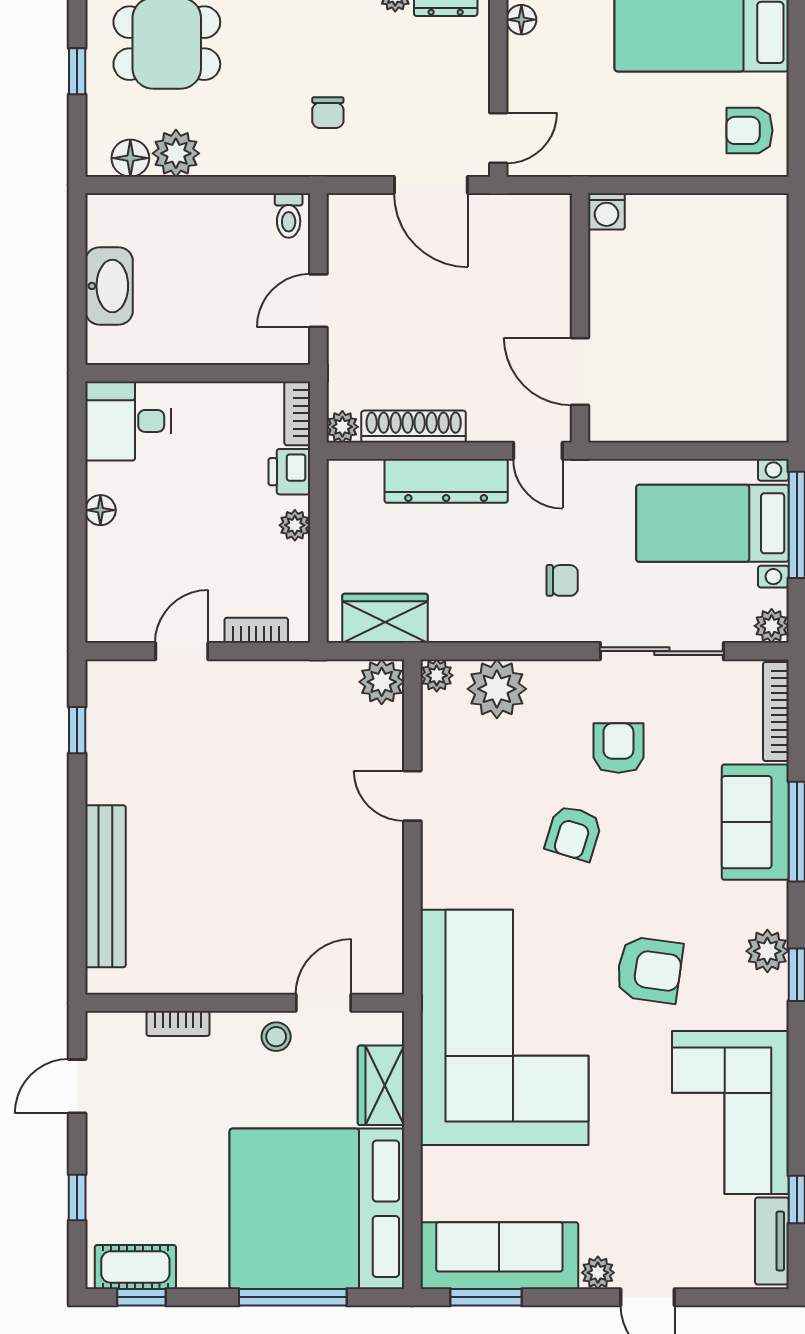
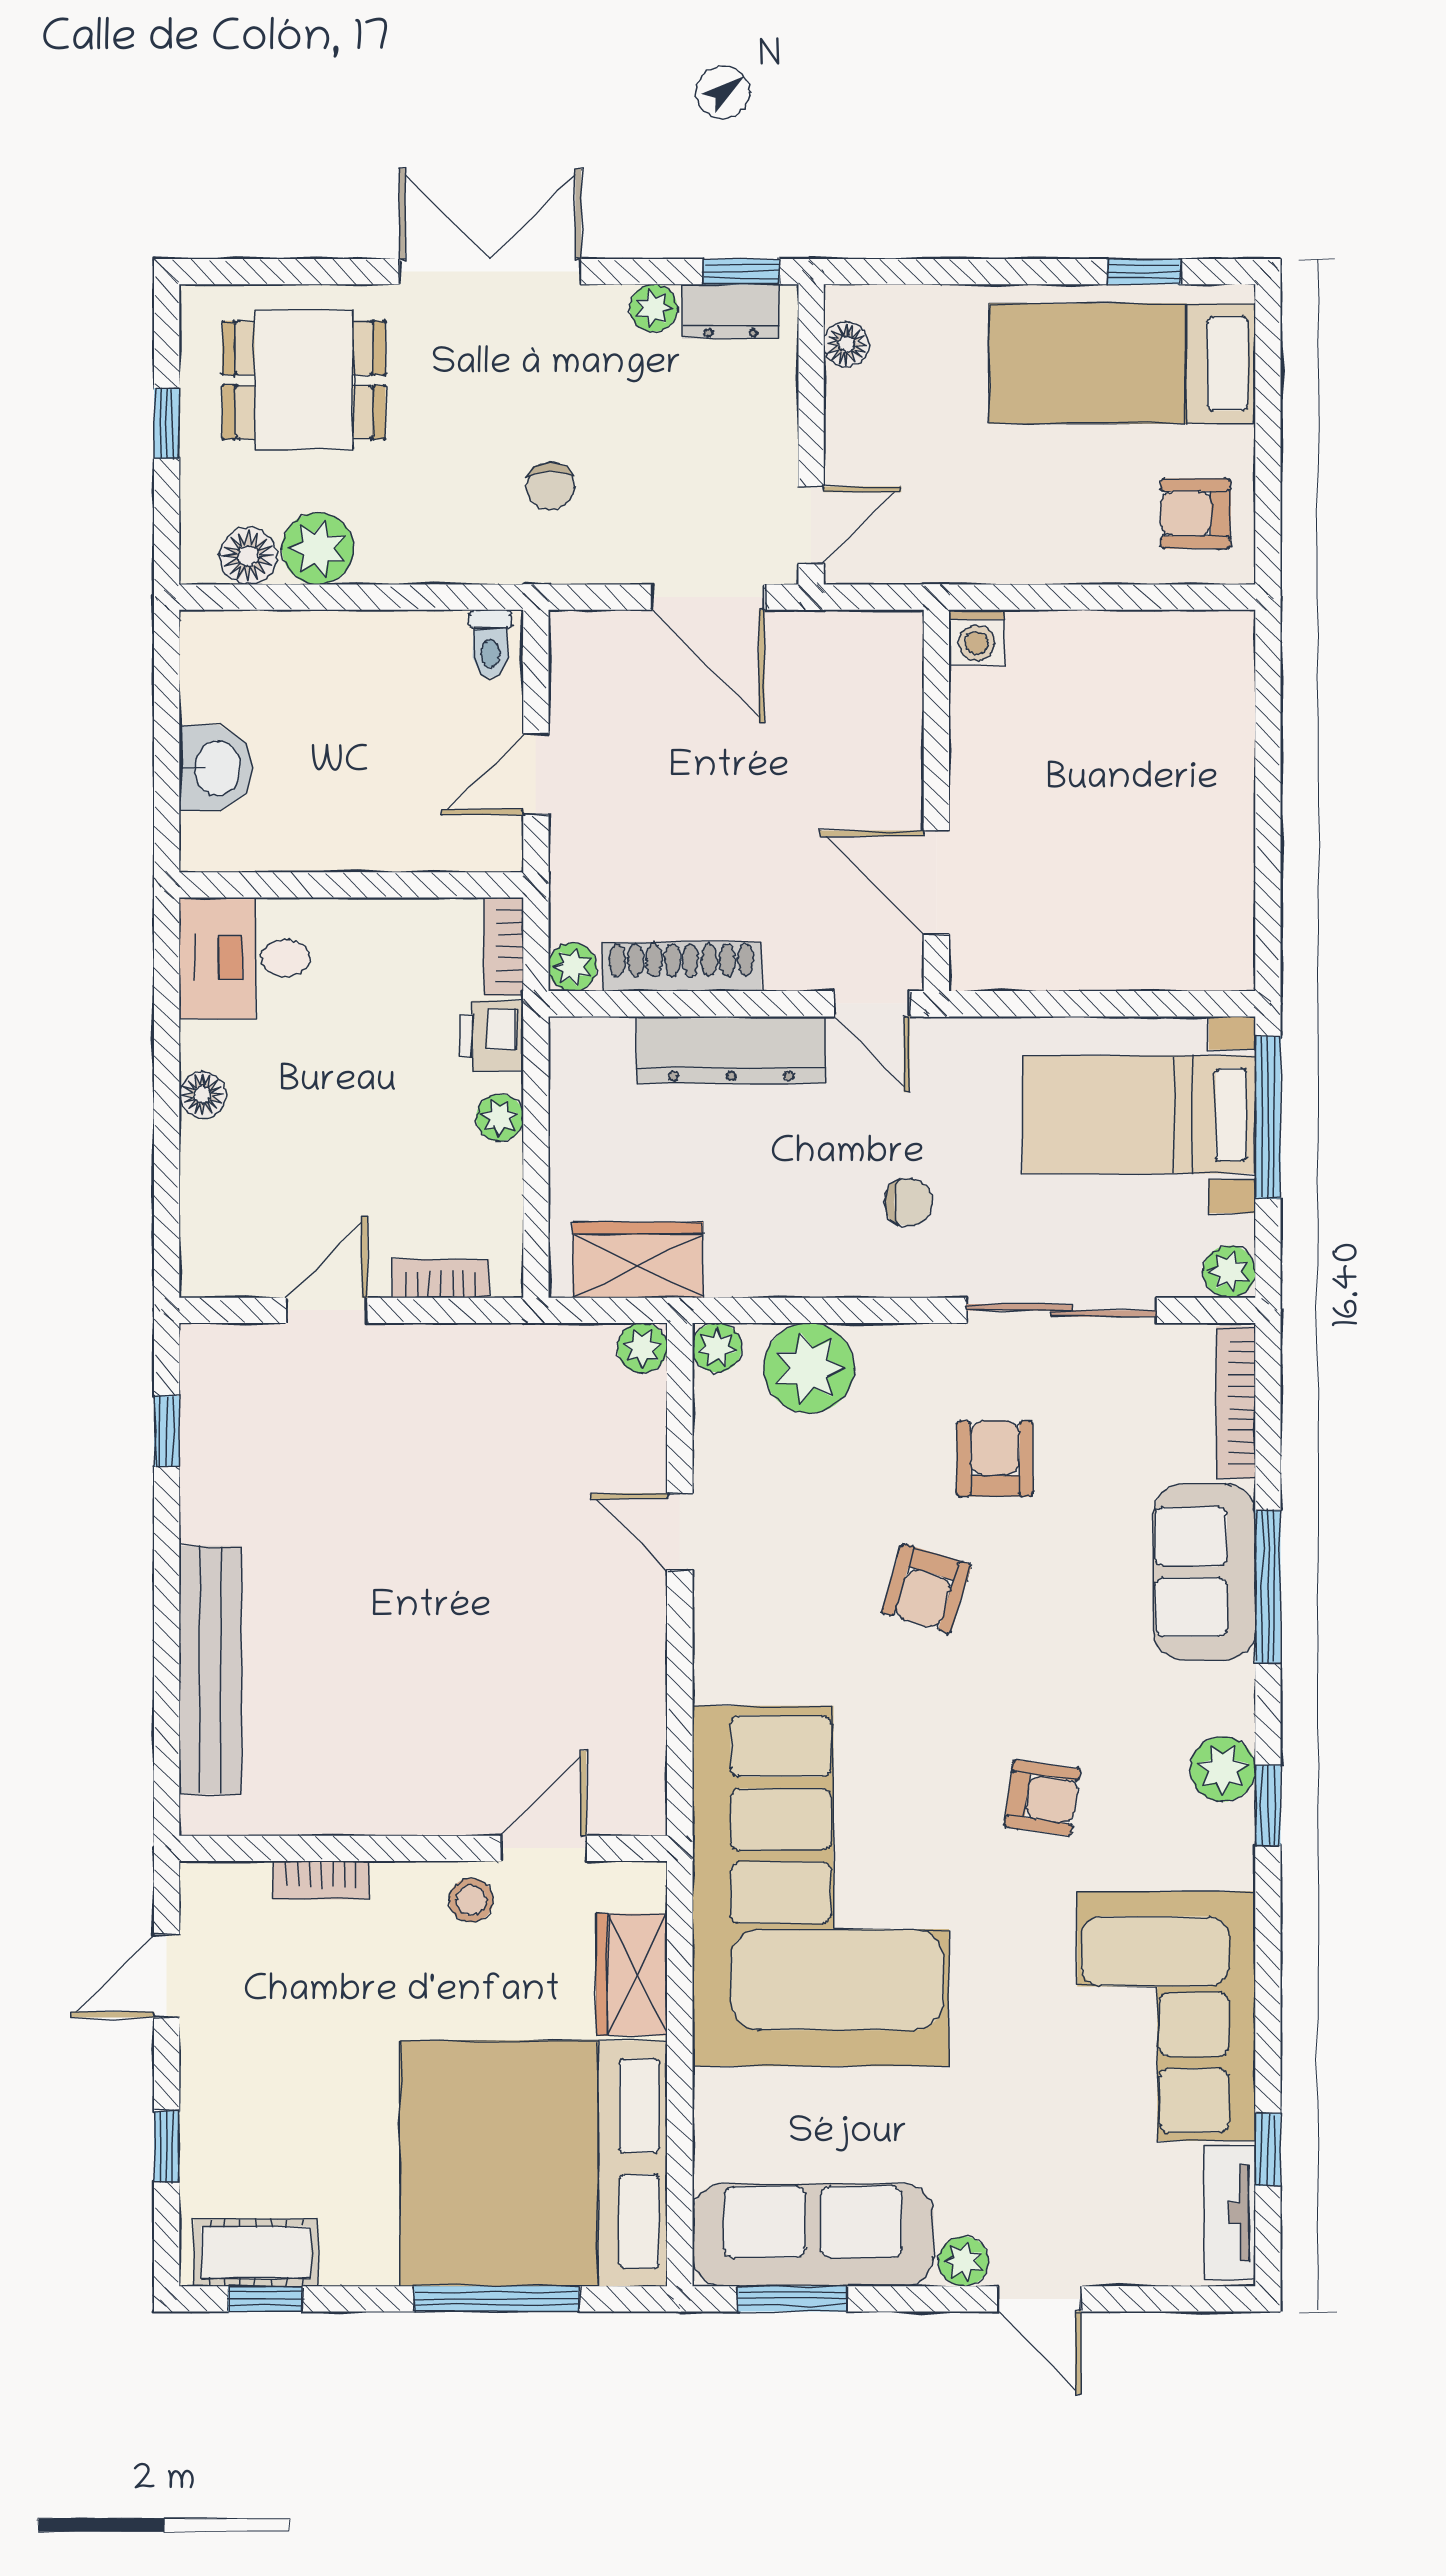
washbasin: (109, 286) -> (216, 768), width x0.72
plant: (382, 682) -> (642, 1348), width x0.73, depth x0.73
armchair: (649, 970) -> (1042, 1798), width x0.72, depth x0.72

